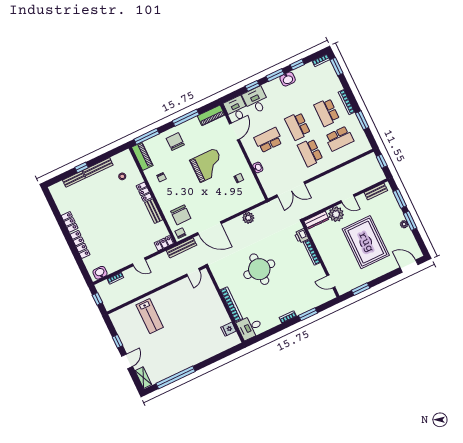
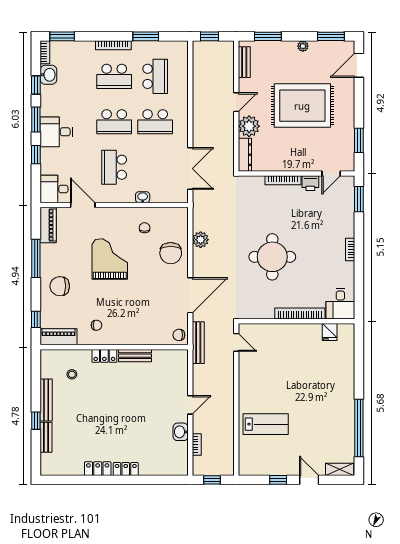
washbasin: (288, 79) -> (48, 75), moved
desk: (256, 100) -> (56, 132), moved
window: (147, 136) -> (36, 319), width x0.46
chair: (181, 215) -> (171, 253), moved, turned 90
window: (410, 221) -> (331, 36), moved
printer: (302, 236) -> (310, 183), moved
locker: (164, 243) -> (182, 362), removed
locker: (80, 244) -> (126, 469), width x0.66
washbasin: (100, 273) -> (181, 432), moved
window: (308, 314) -> (359, 199), moved

